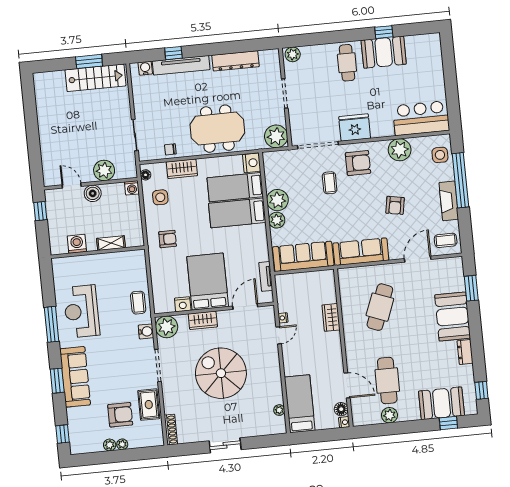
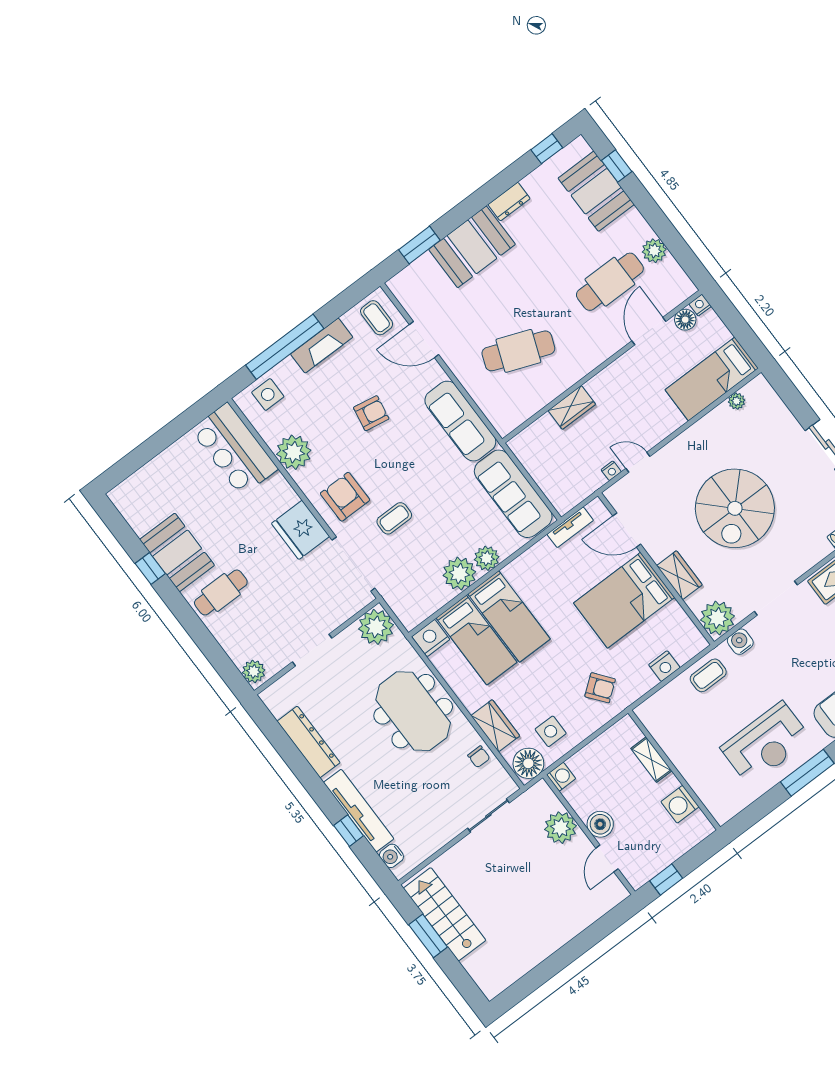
floor lamp: (146, 175) -> (528, 763), width x1.89, depth x1.89
armchair: (168, 239) -> (600, 688), turned 142
nightstand: (183, 304) -> (664, 666), moved, turned 90

